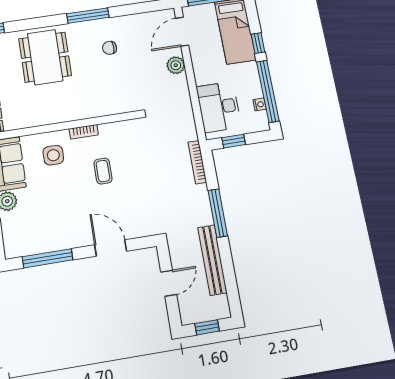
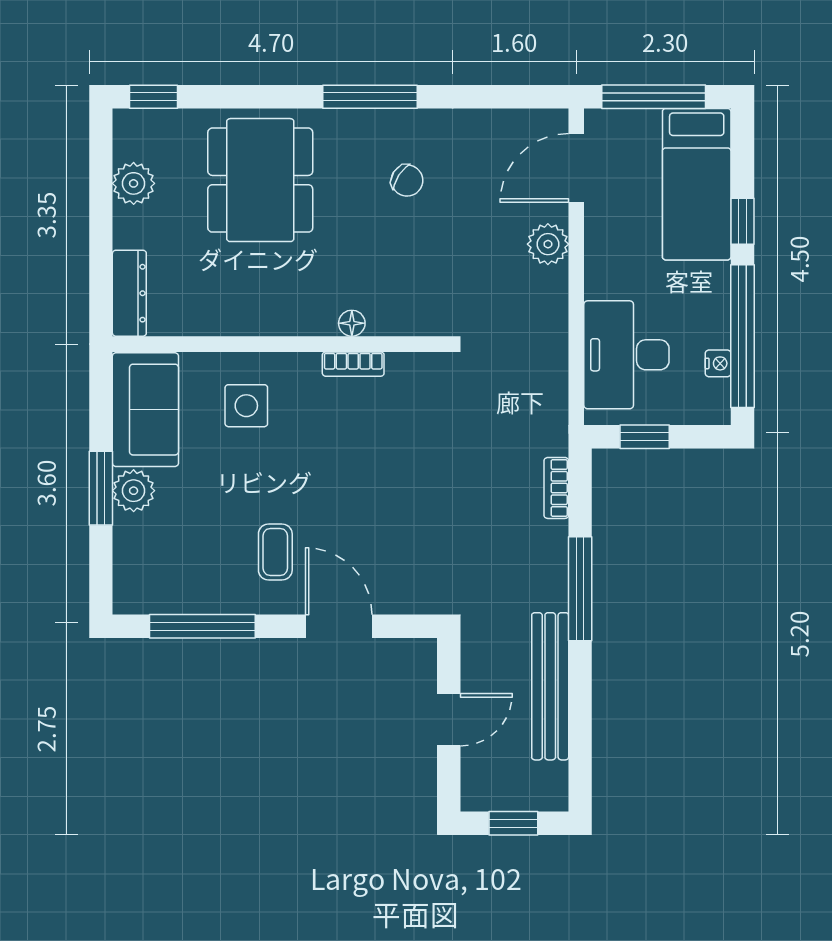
chair: (110, 48) -> (407, 181), turned -147
floor lamp: (95, 112) -> (352, 323), added
bookcase: (84, 132) -> (353, 364), moved
bookcase: (197, 162) -> (556, 488), width x0.64
coffee table: (103, 171) -> (275, 552), moved

